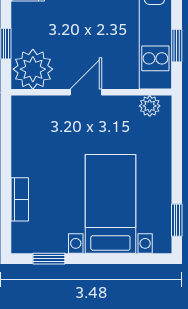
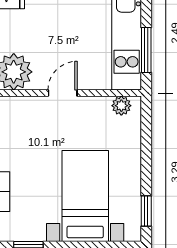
window: (177, 46) -> (146, 50), width x1.50

